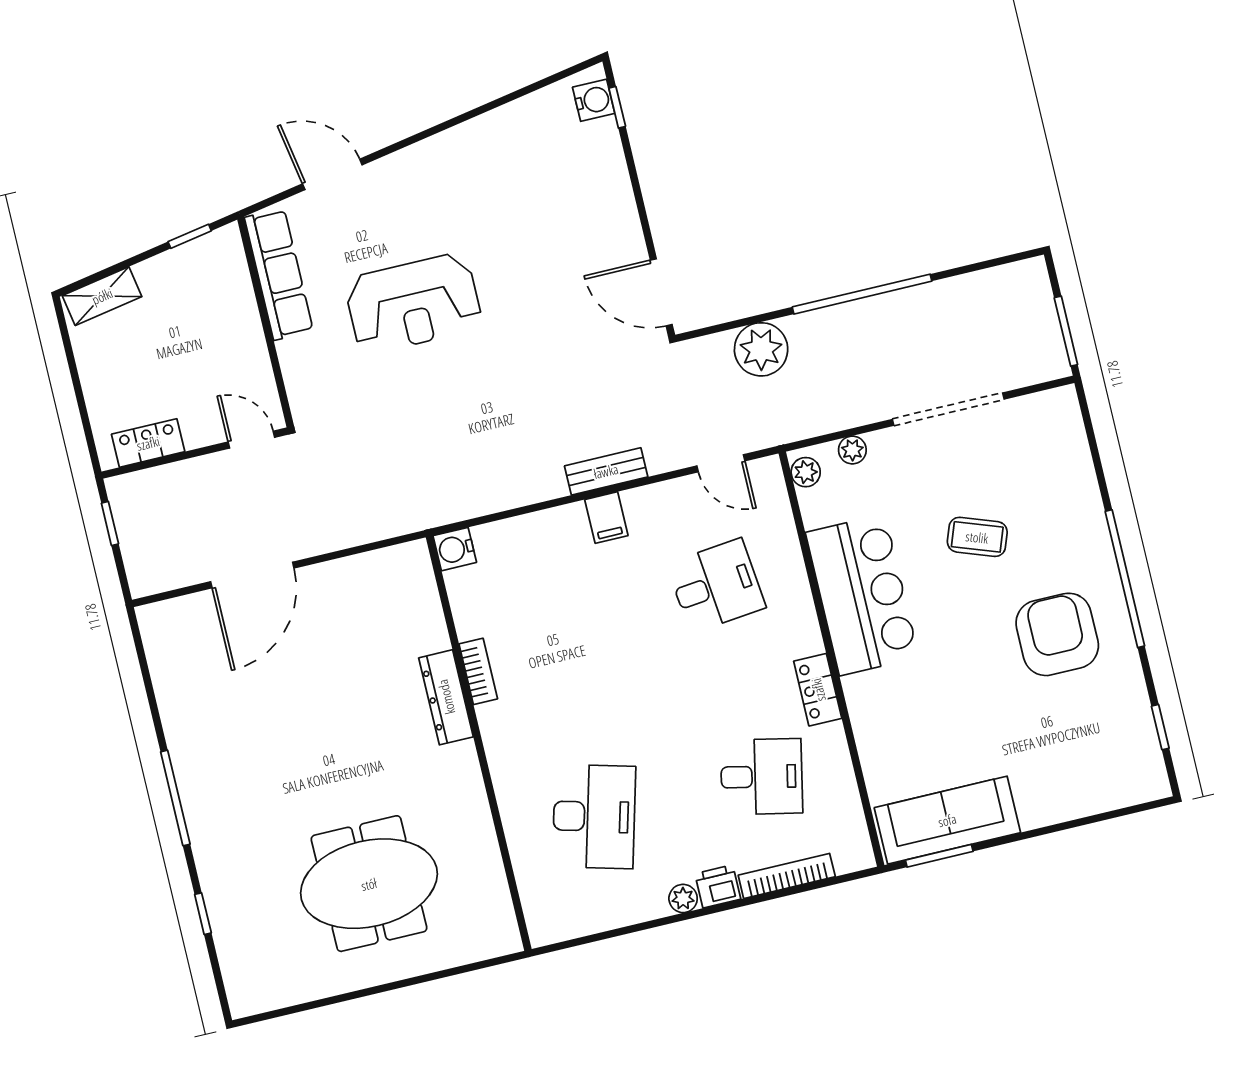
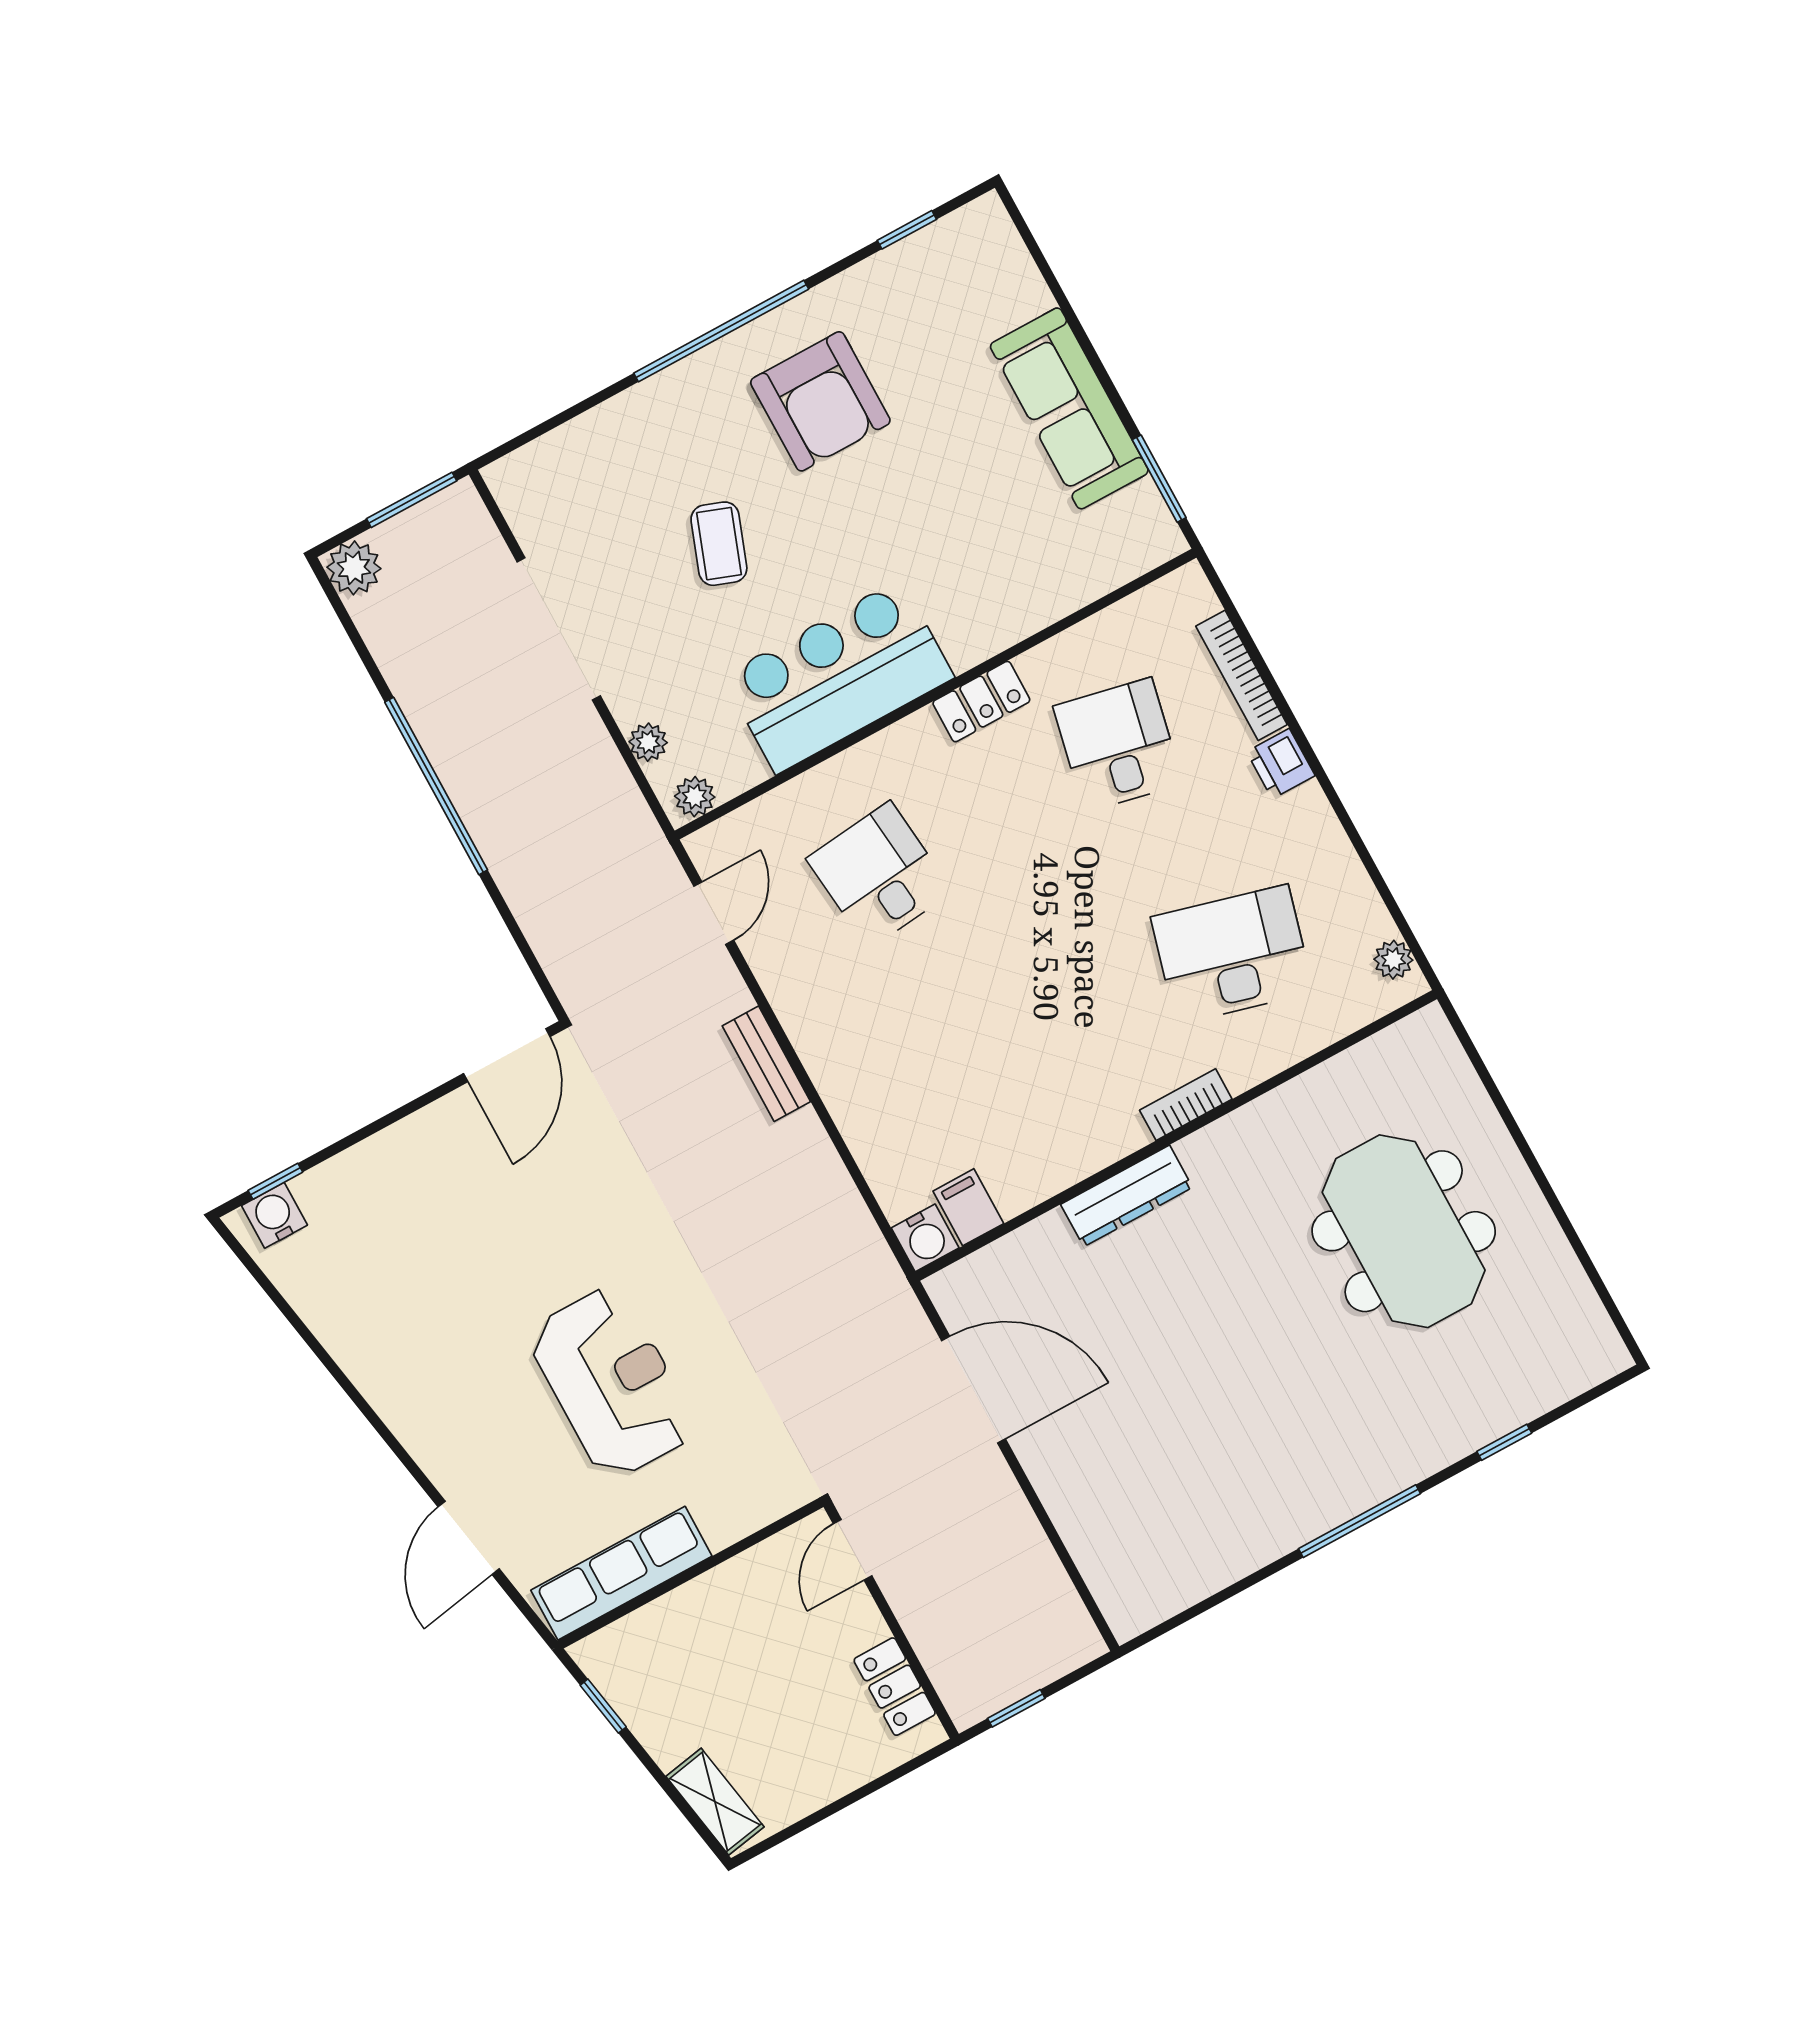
plant: (761, 349) -> (354, 568), moved, width x0.73, depth x0.73
filing cabinet: (606, 518) -> (968, 1207), moved, turned -90
door: (252, 575) -> (974, 1390), moved
armchair: (1057, 634) -> (820, 401), turned -90
bookcase: (478, 671) -> (1186, 1105), moved
sofa: (947, 820) -> (1069, 408), moved
plant: (683, 898) -> (1393, 960), moved

